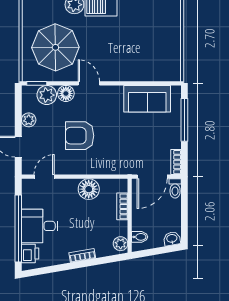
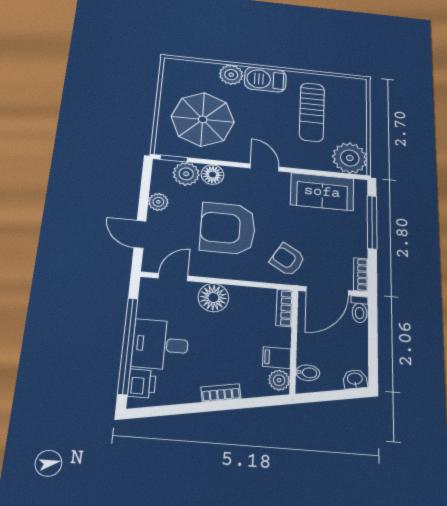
sun lounger: (138, 31) -> (312, 112), added
plant: (168, 68) -> (350, 158), added
door: (89, 83) -> (265, 168), moved
armchair: (80, 136) -> (228, 228), width x1.36, depth x1.36
armchair: (123, 156) -> (287, 260), added
floor lamp: (89, 189) -> (213, 298), moved
bookcase: (122, 206) -> (284, 308), moved
filing cabinet: (118, 228) -> (277, 358), added

